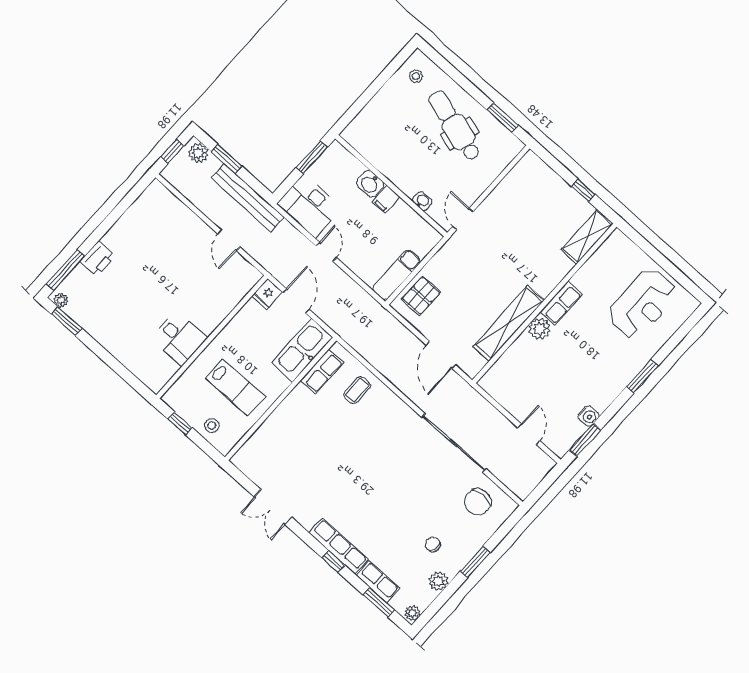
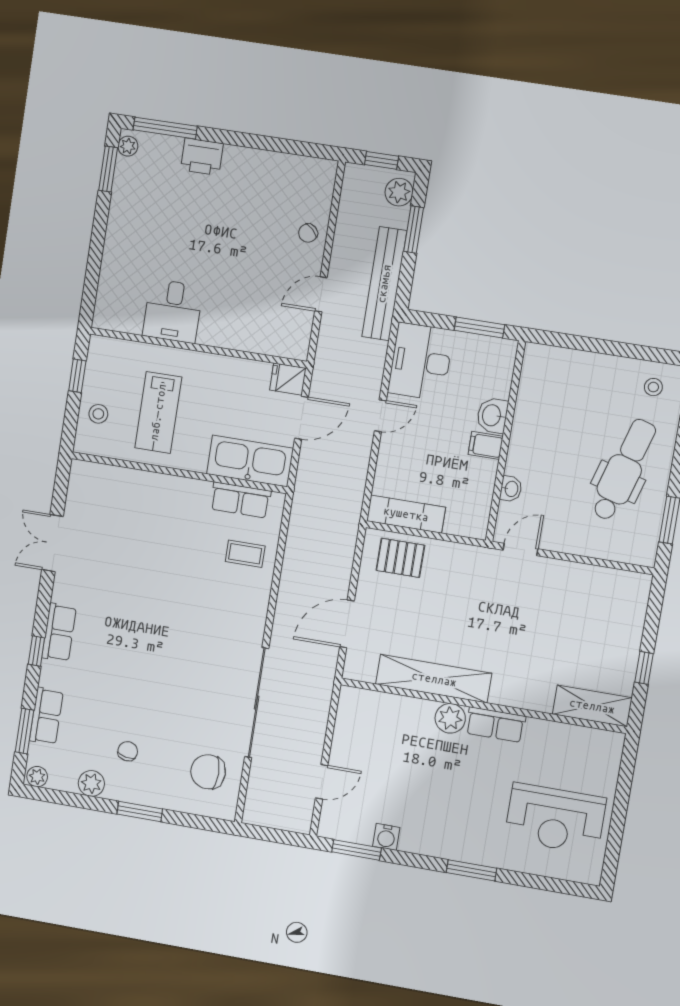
chair: (187, 224) -> (308, 233), added
row of seats: (339, 546) -> (59, 632), width x0.68

